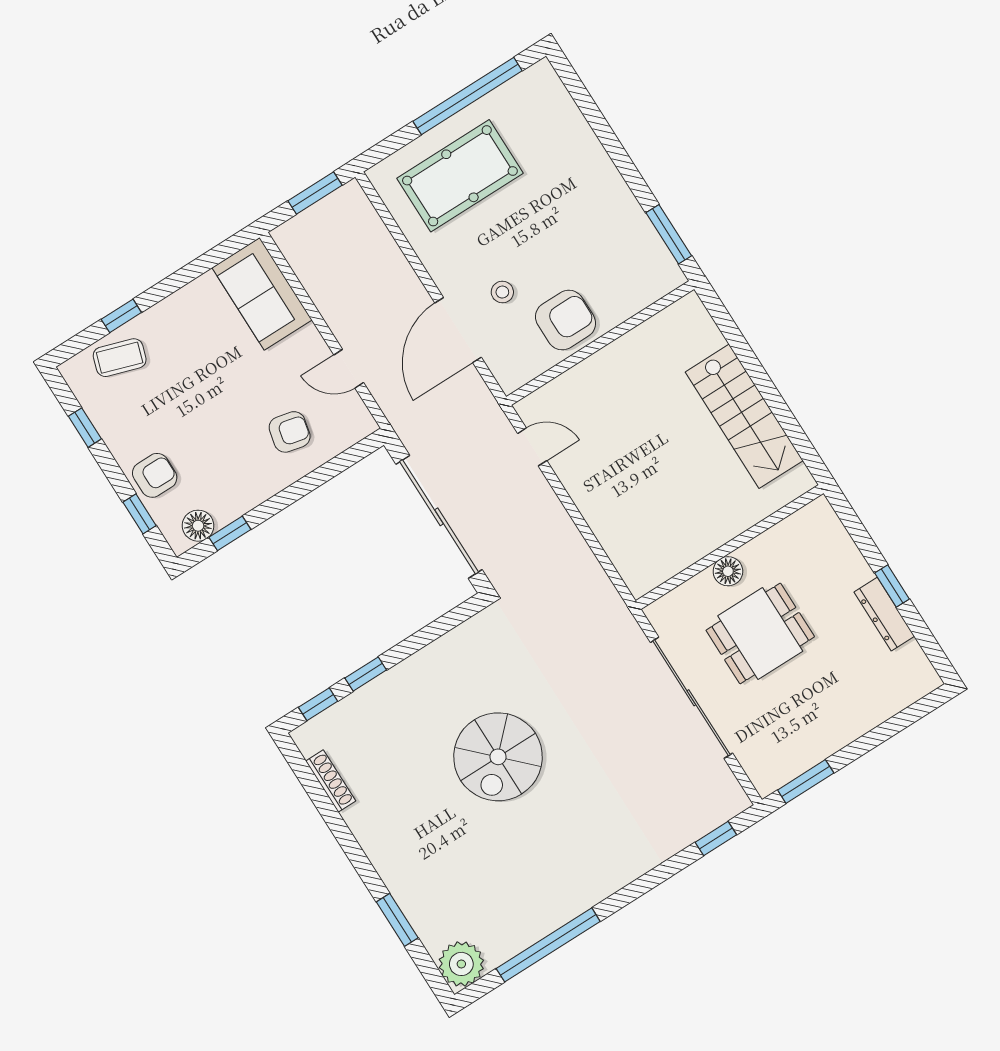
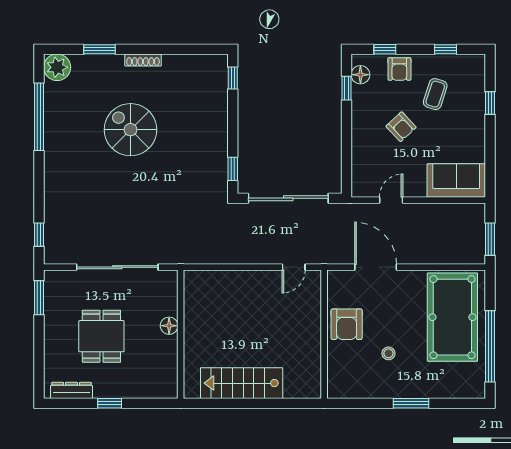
pool table: (460, 176) -> (452, 317), width x1.36, depth x1.32
window: (669, 234) -> (411, 403), moved
stool: (502, 292) -> (388, 353), moved
coffee table: (120, 358) -> (435, 94), moved
armchair: (290, 432) -> (401, 127), moved, turned -56
dresser: (884, 614) -> (71, 390), moved
dining table: (760, 633) -> (101, 336), moved
window: (366, 674) -> (233, 169), moved
spiral stairs: (498, 757) -> (131, 130), moved
shoe rack: (331, 781) -> (143, 60), moved

